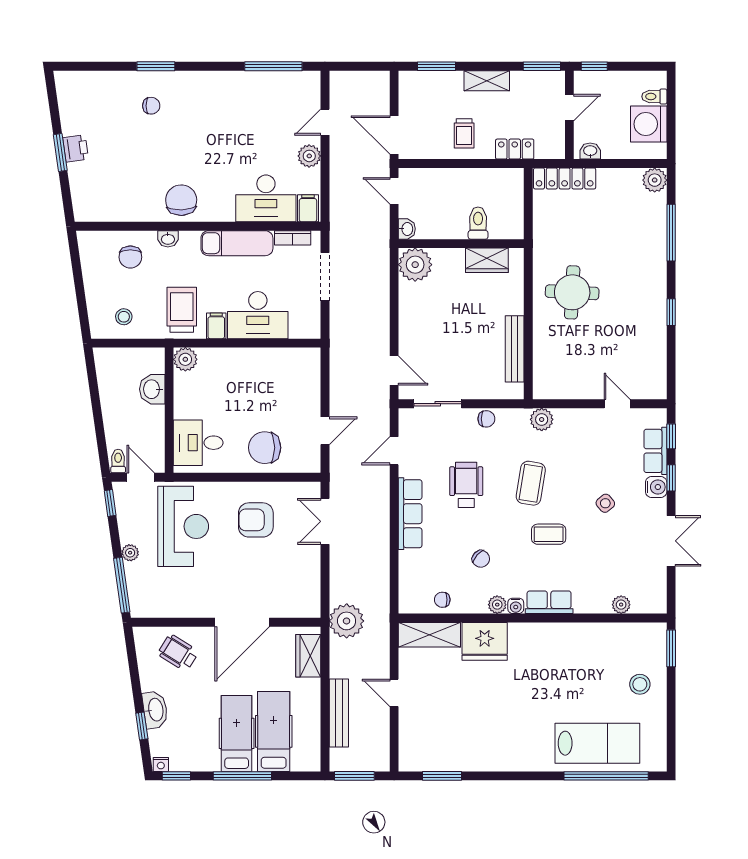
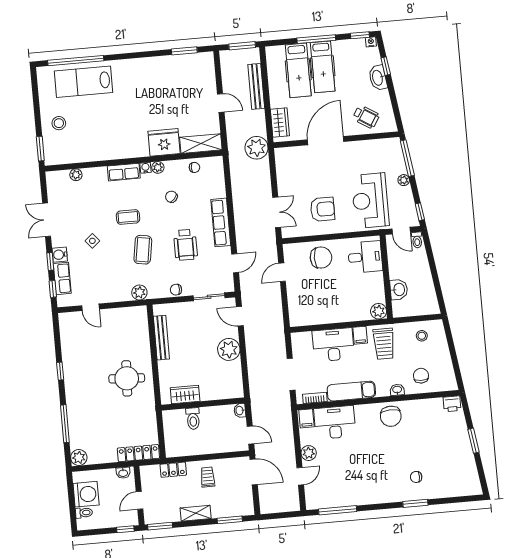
printer: (75, 148) -> (452, 404), moved, turned -82
plant: (415, 265) -> (229, 349), moved

